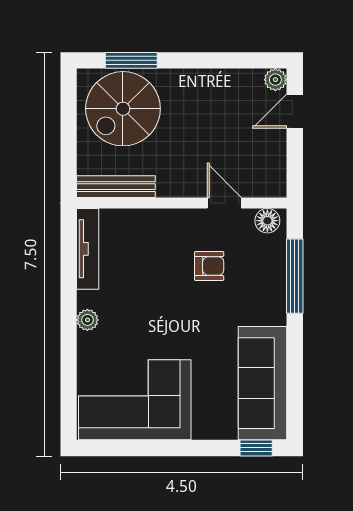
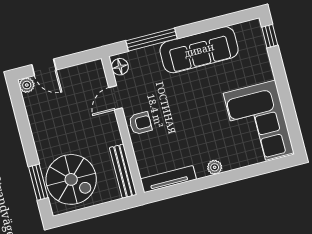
armchair: (209, 266) -> (140, 123), moved, turned 90
sofa: (263, 383) -> (199, 50), moved

